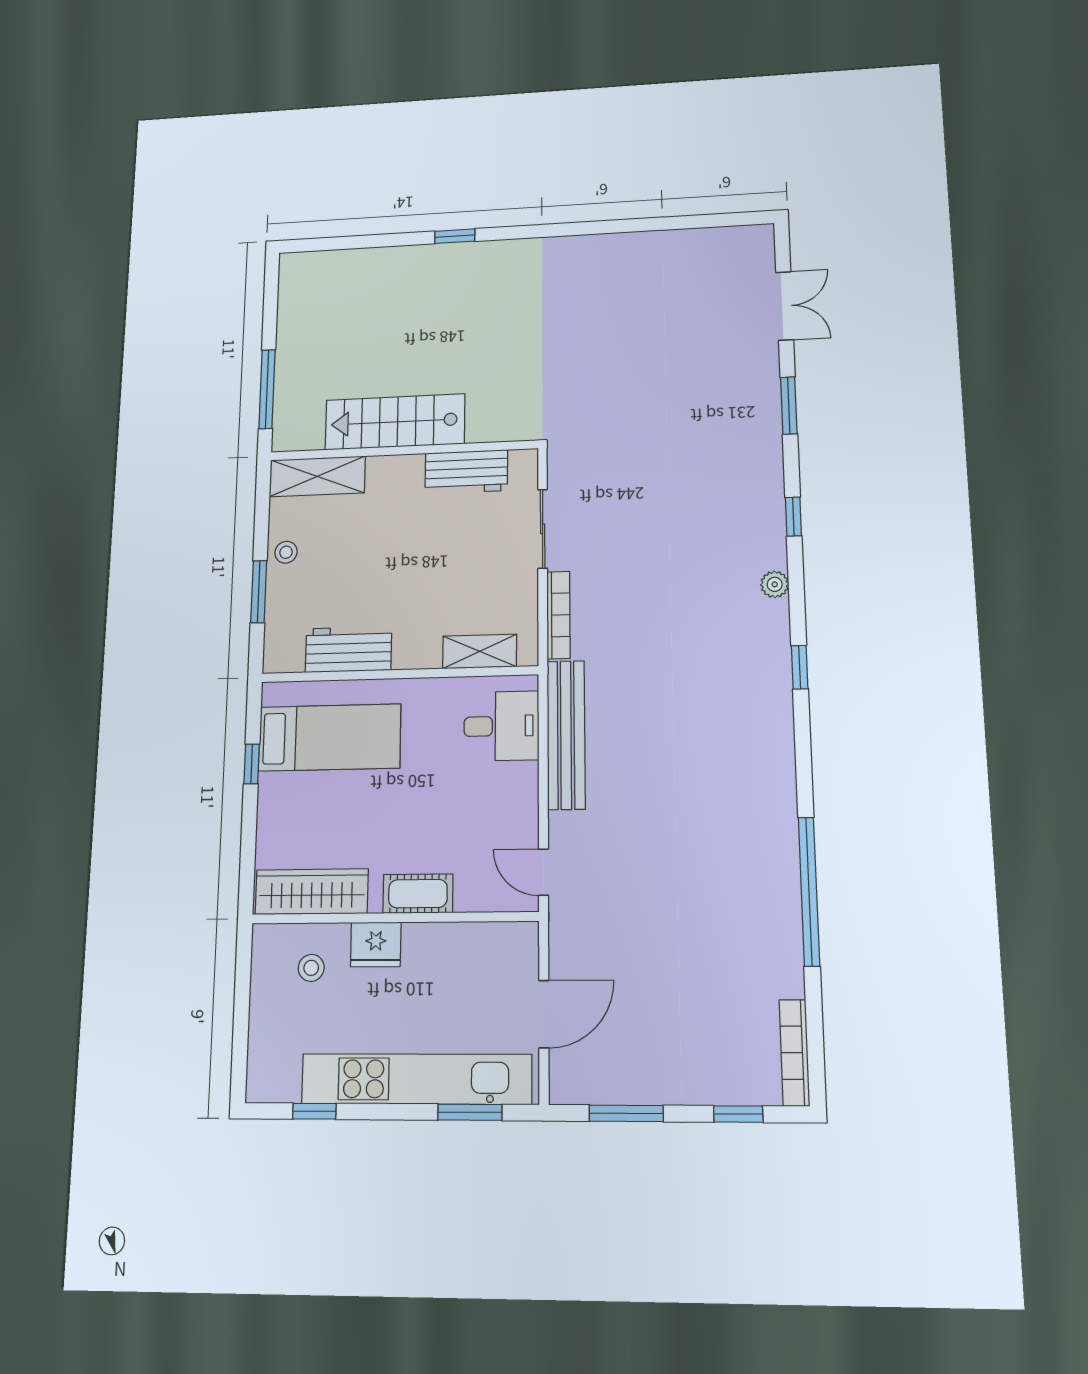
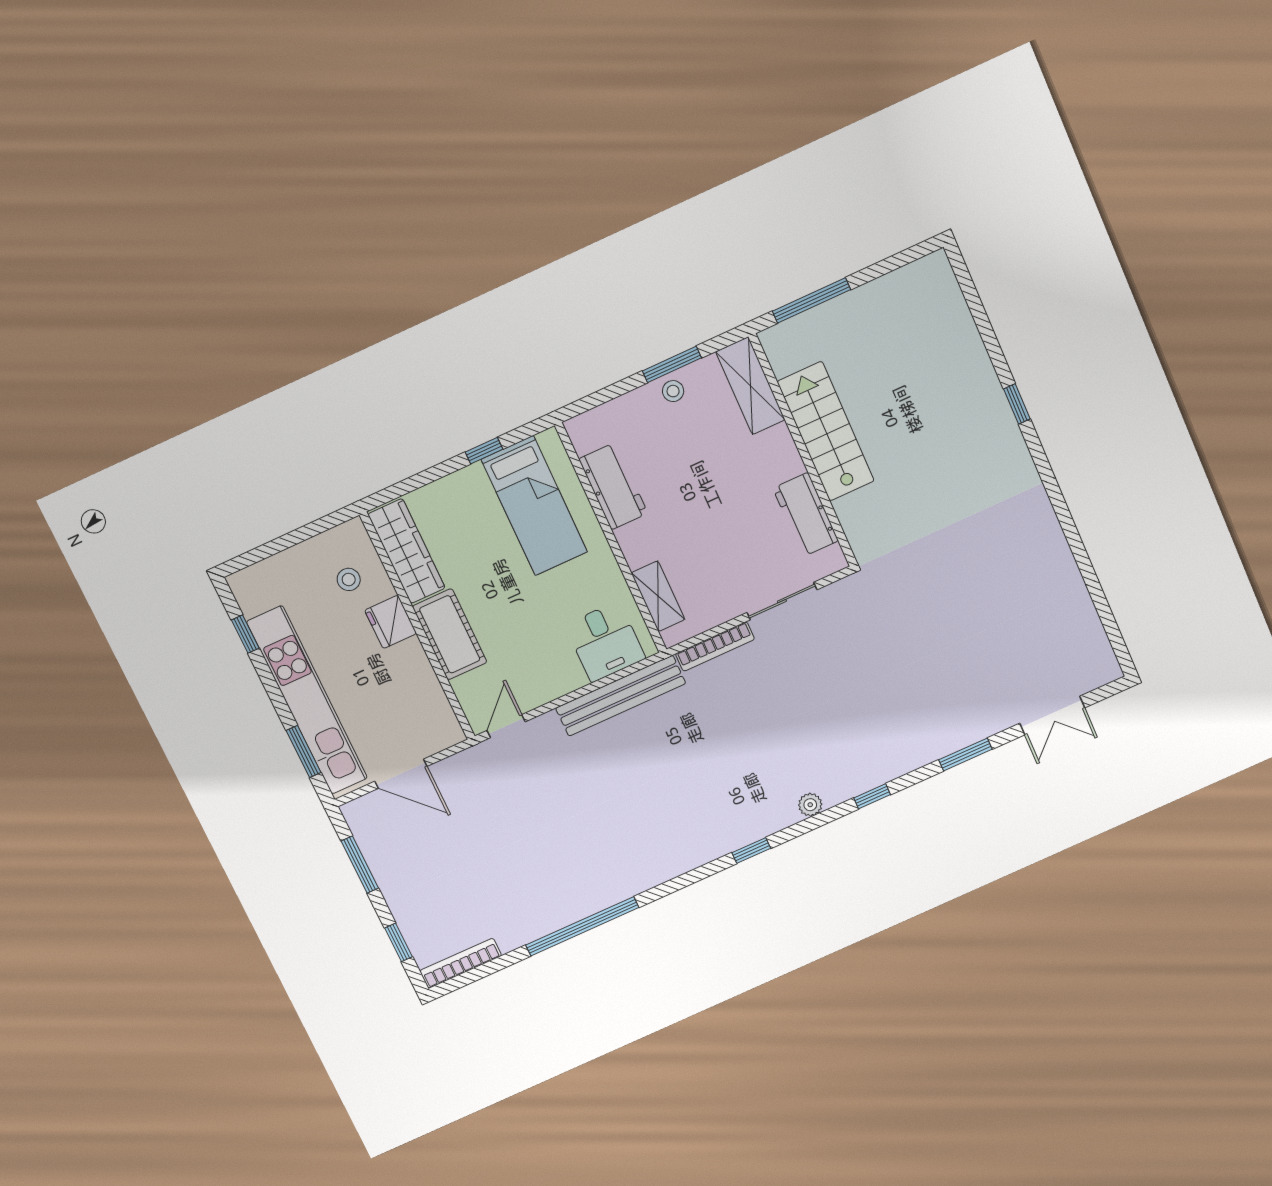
window: (259, 592) -> (672, 364), moved
cot: (418, 894) -> (450, 634), width x1.37, depth x1.34

